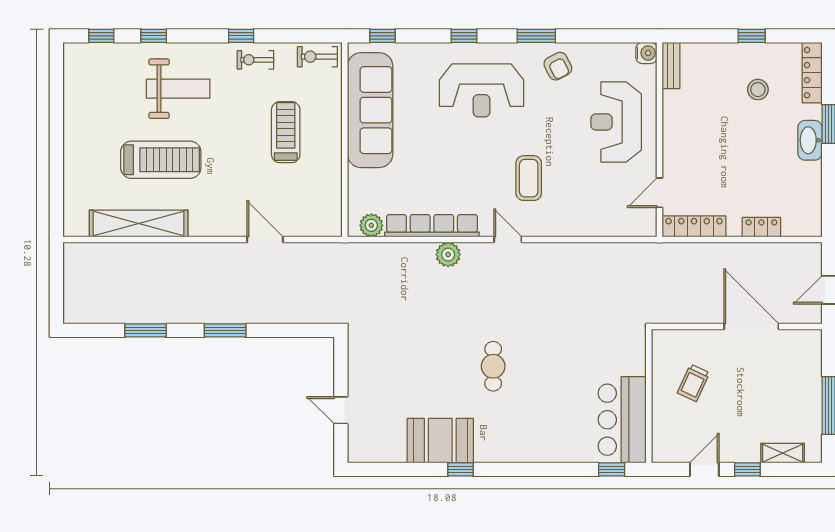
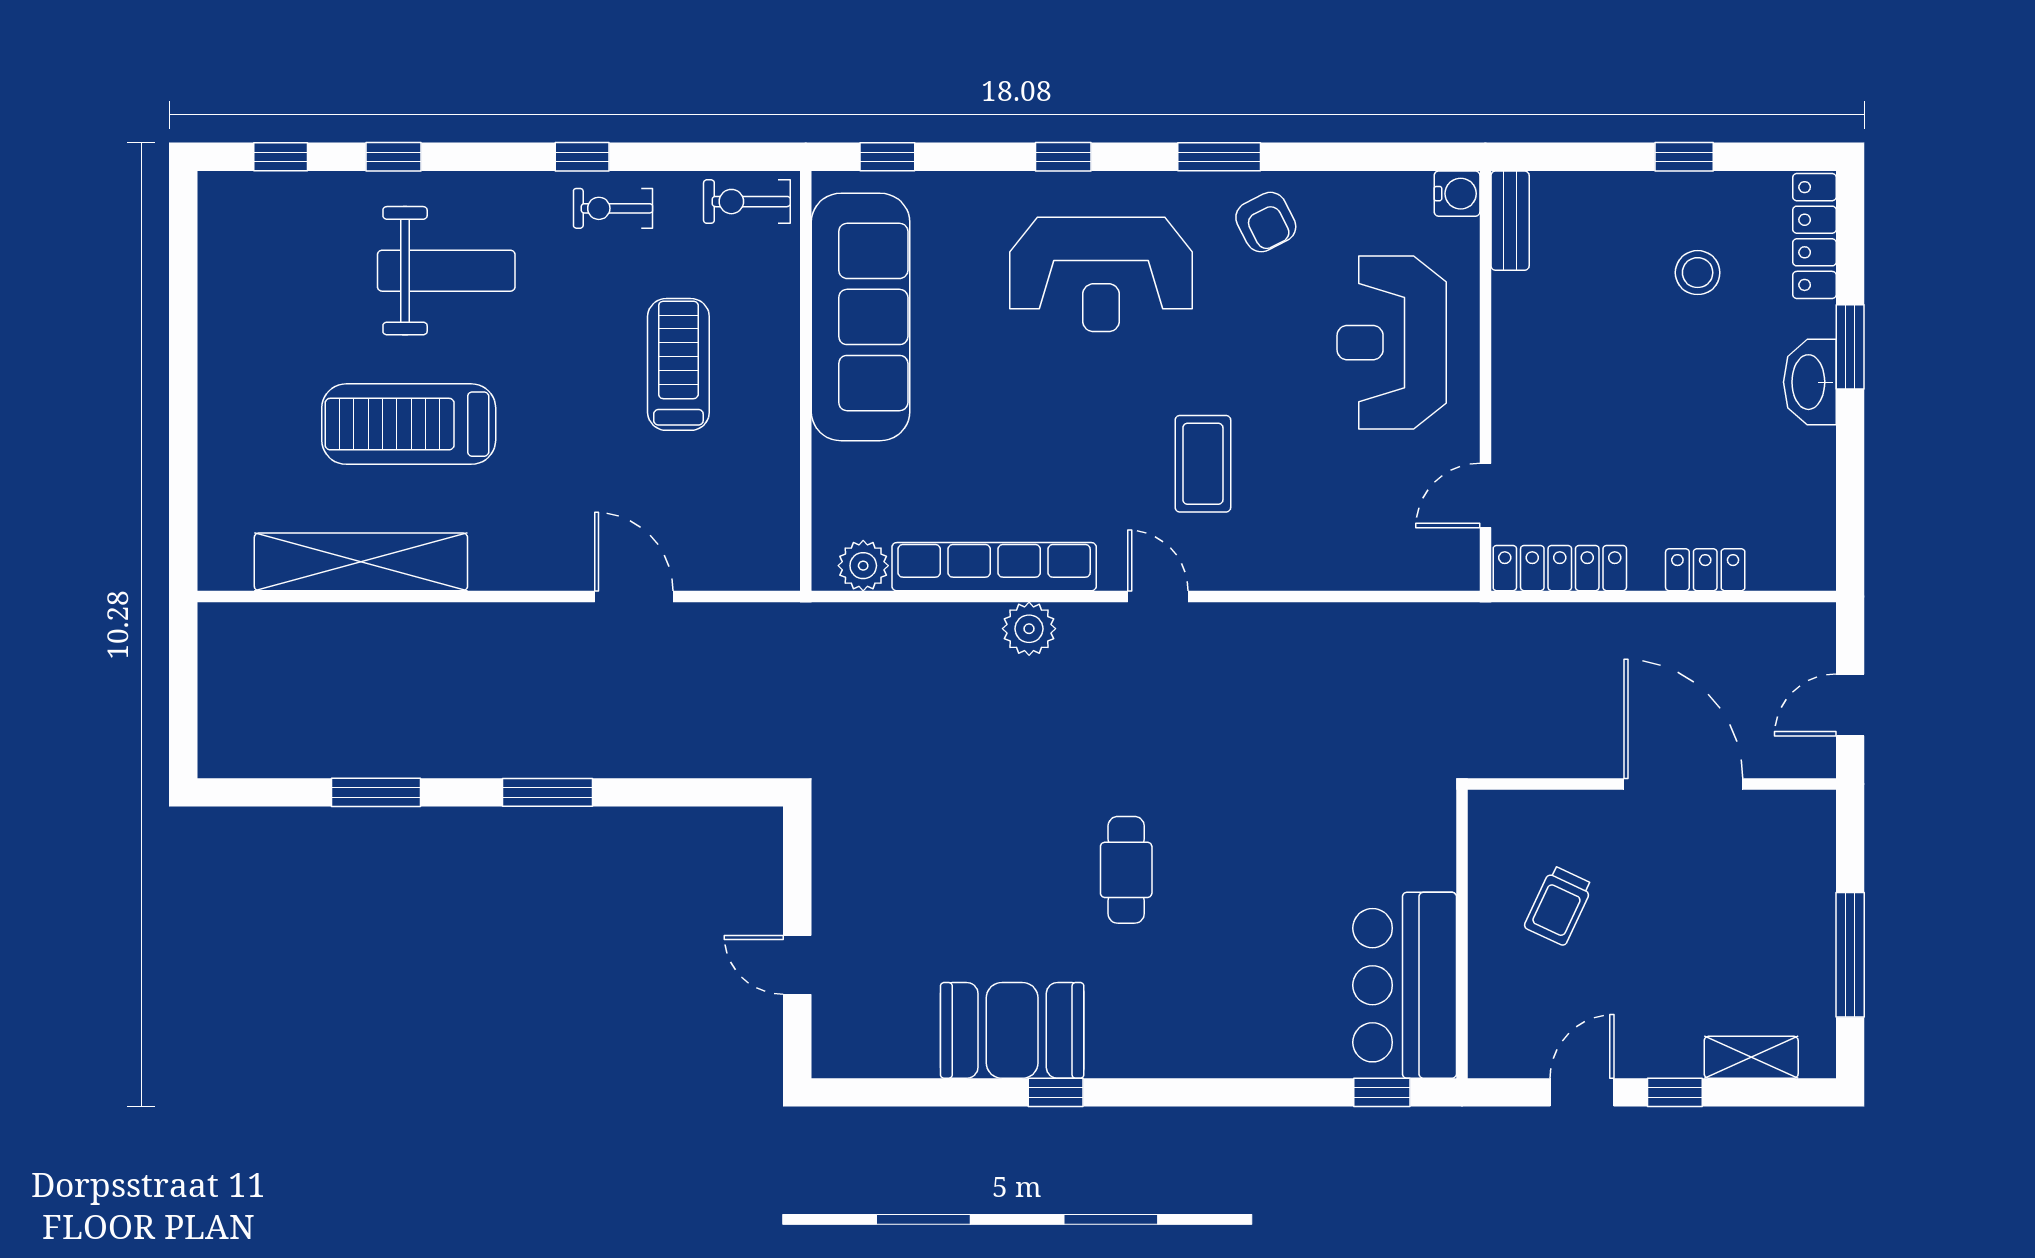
treadmill: (161, 160) -> (409, 424), turned 180

